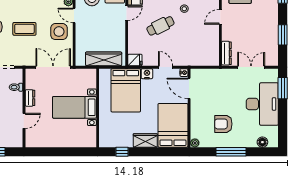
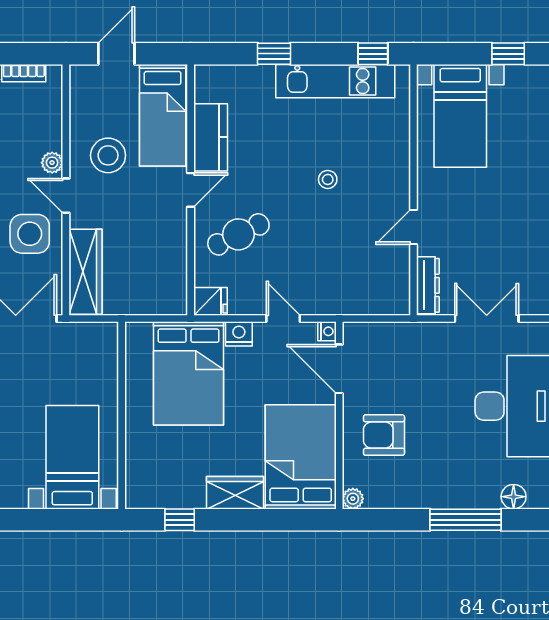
door: (220, 17) -> (414, 227), moved
cafe table: (160, 26) -> (238, 234), moved
wardrobe: (104, 59) -> (85, 272), moved, turned 90
bed with nightstands: (74, 107) -> (72, 457), moved, turned 90
armchair: (223, 124) -> (384, 435), moved
window: (231, 152) -> (466, 520), moved

